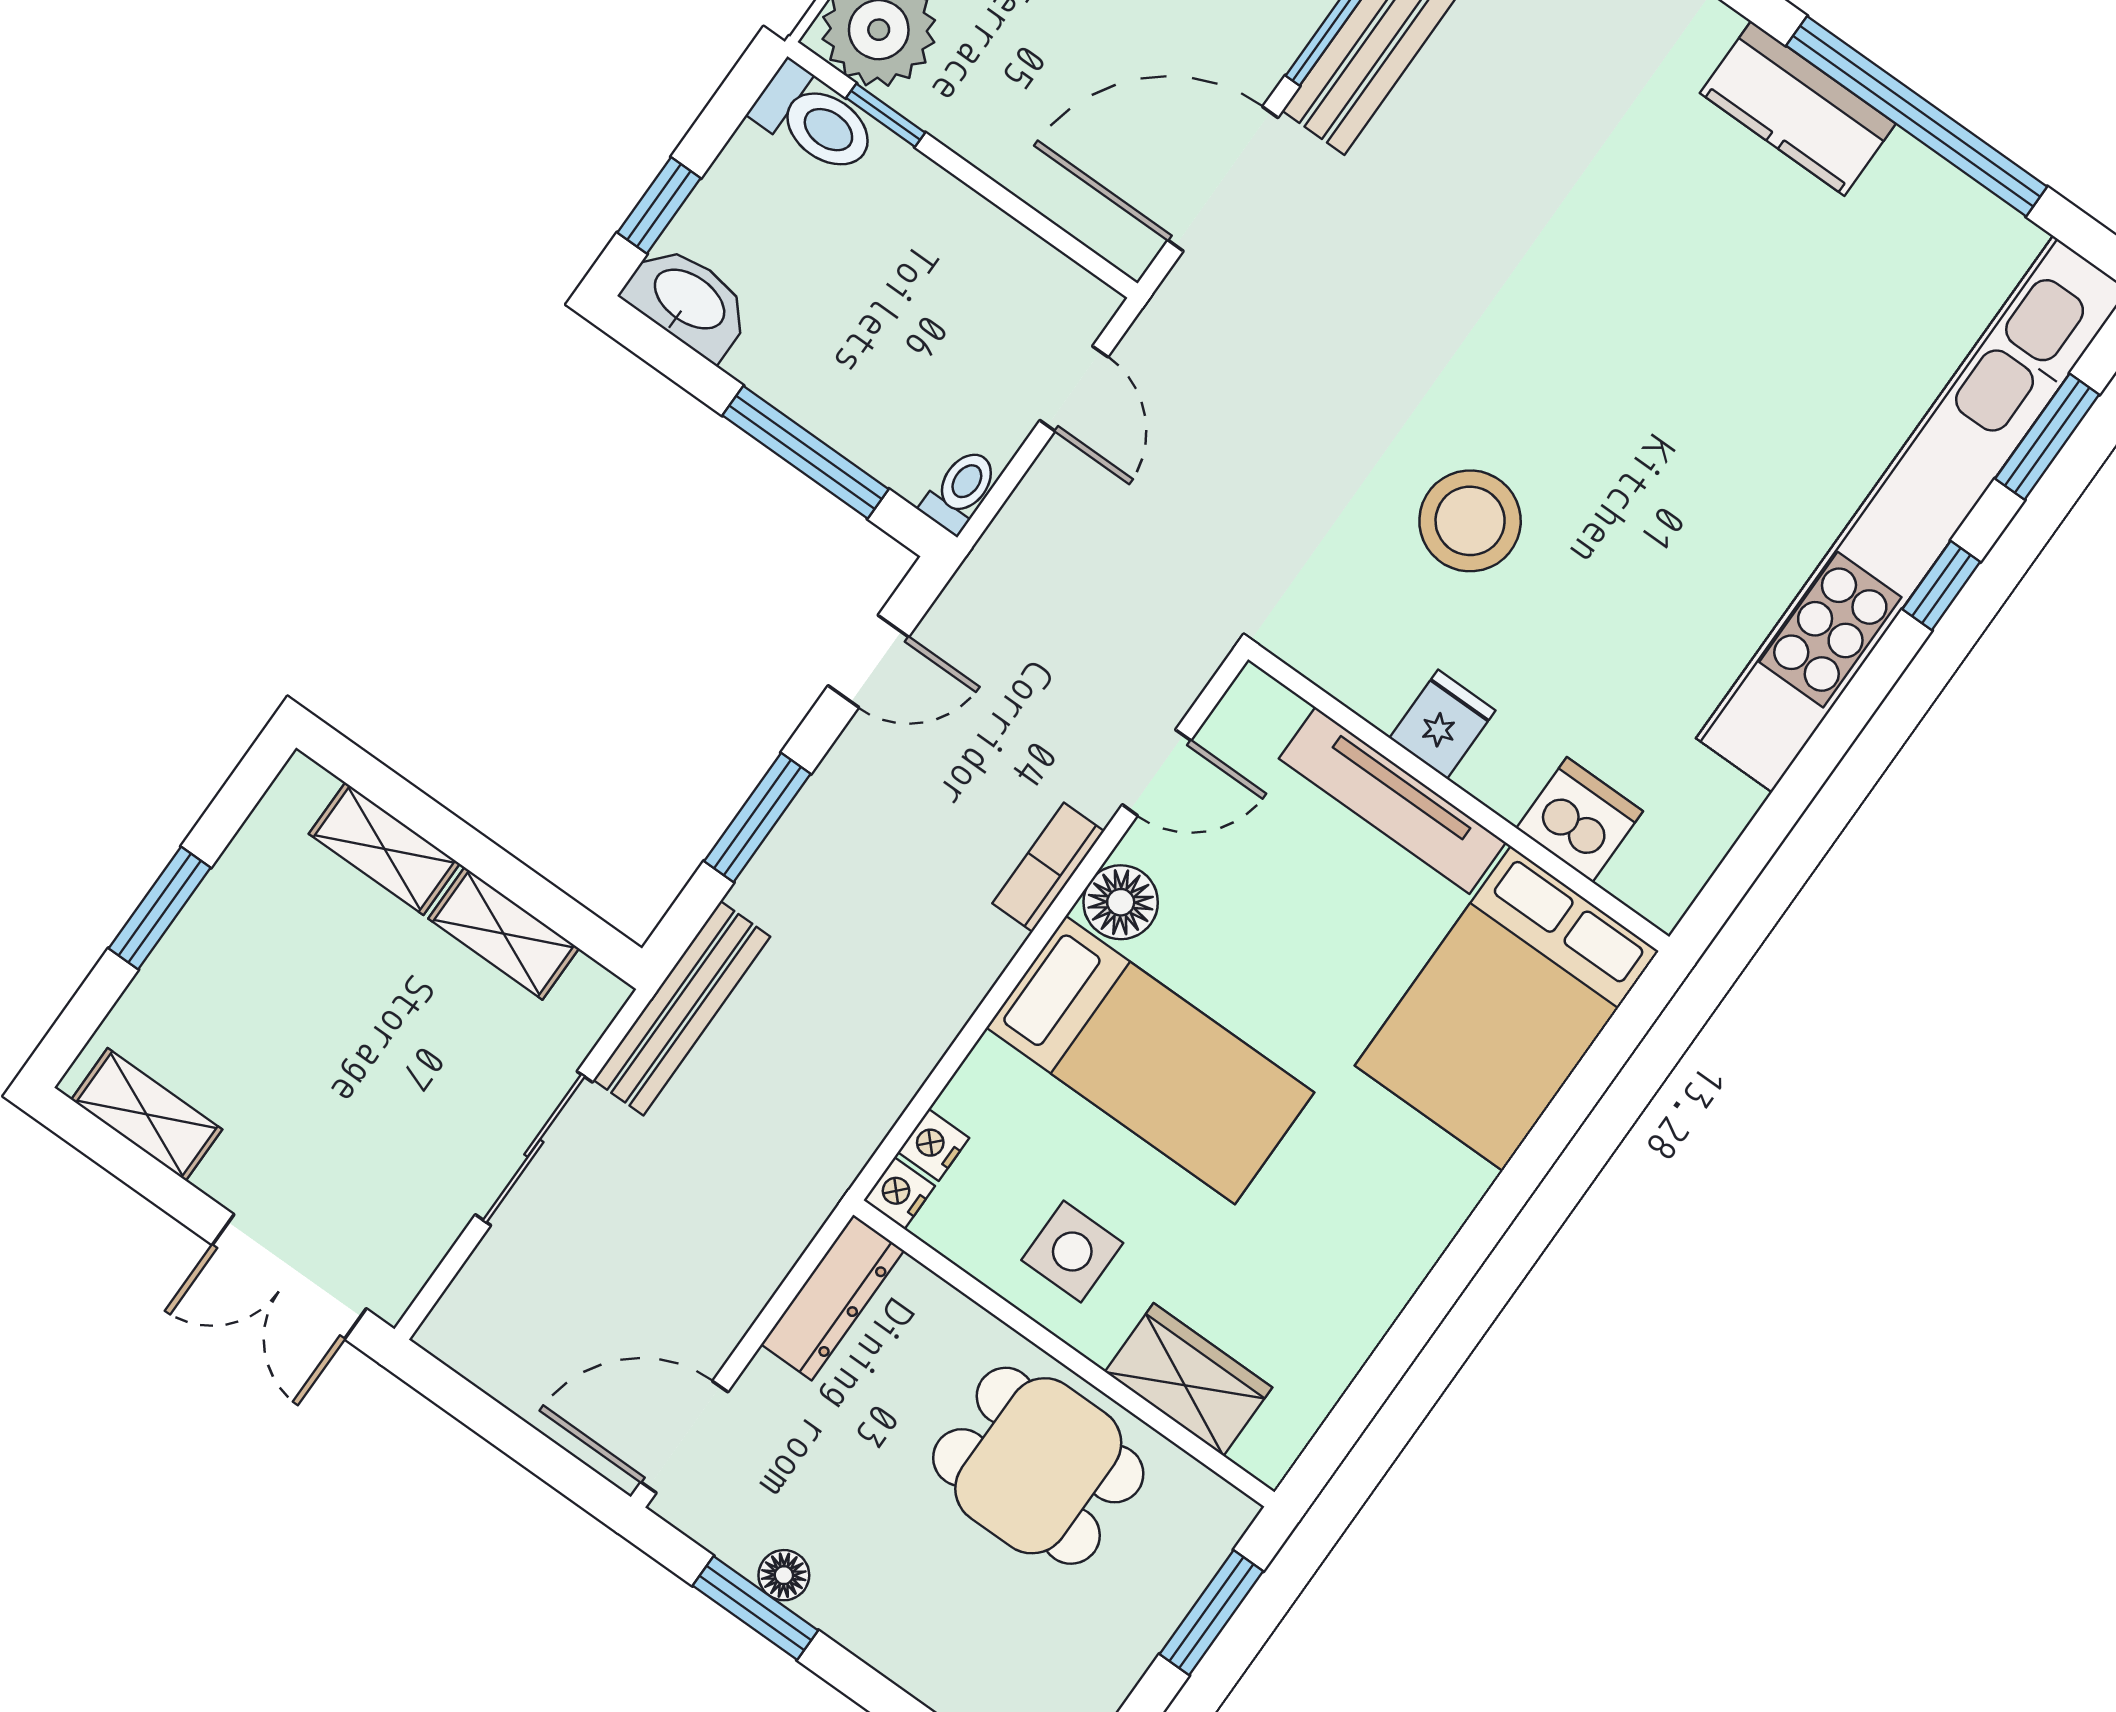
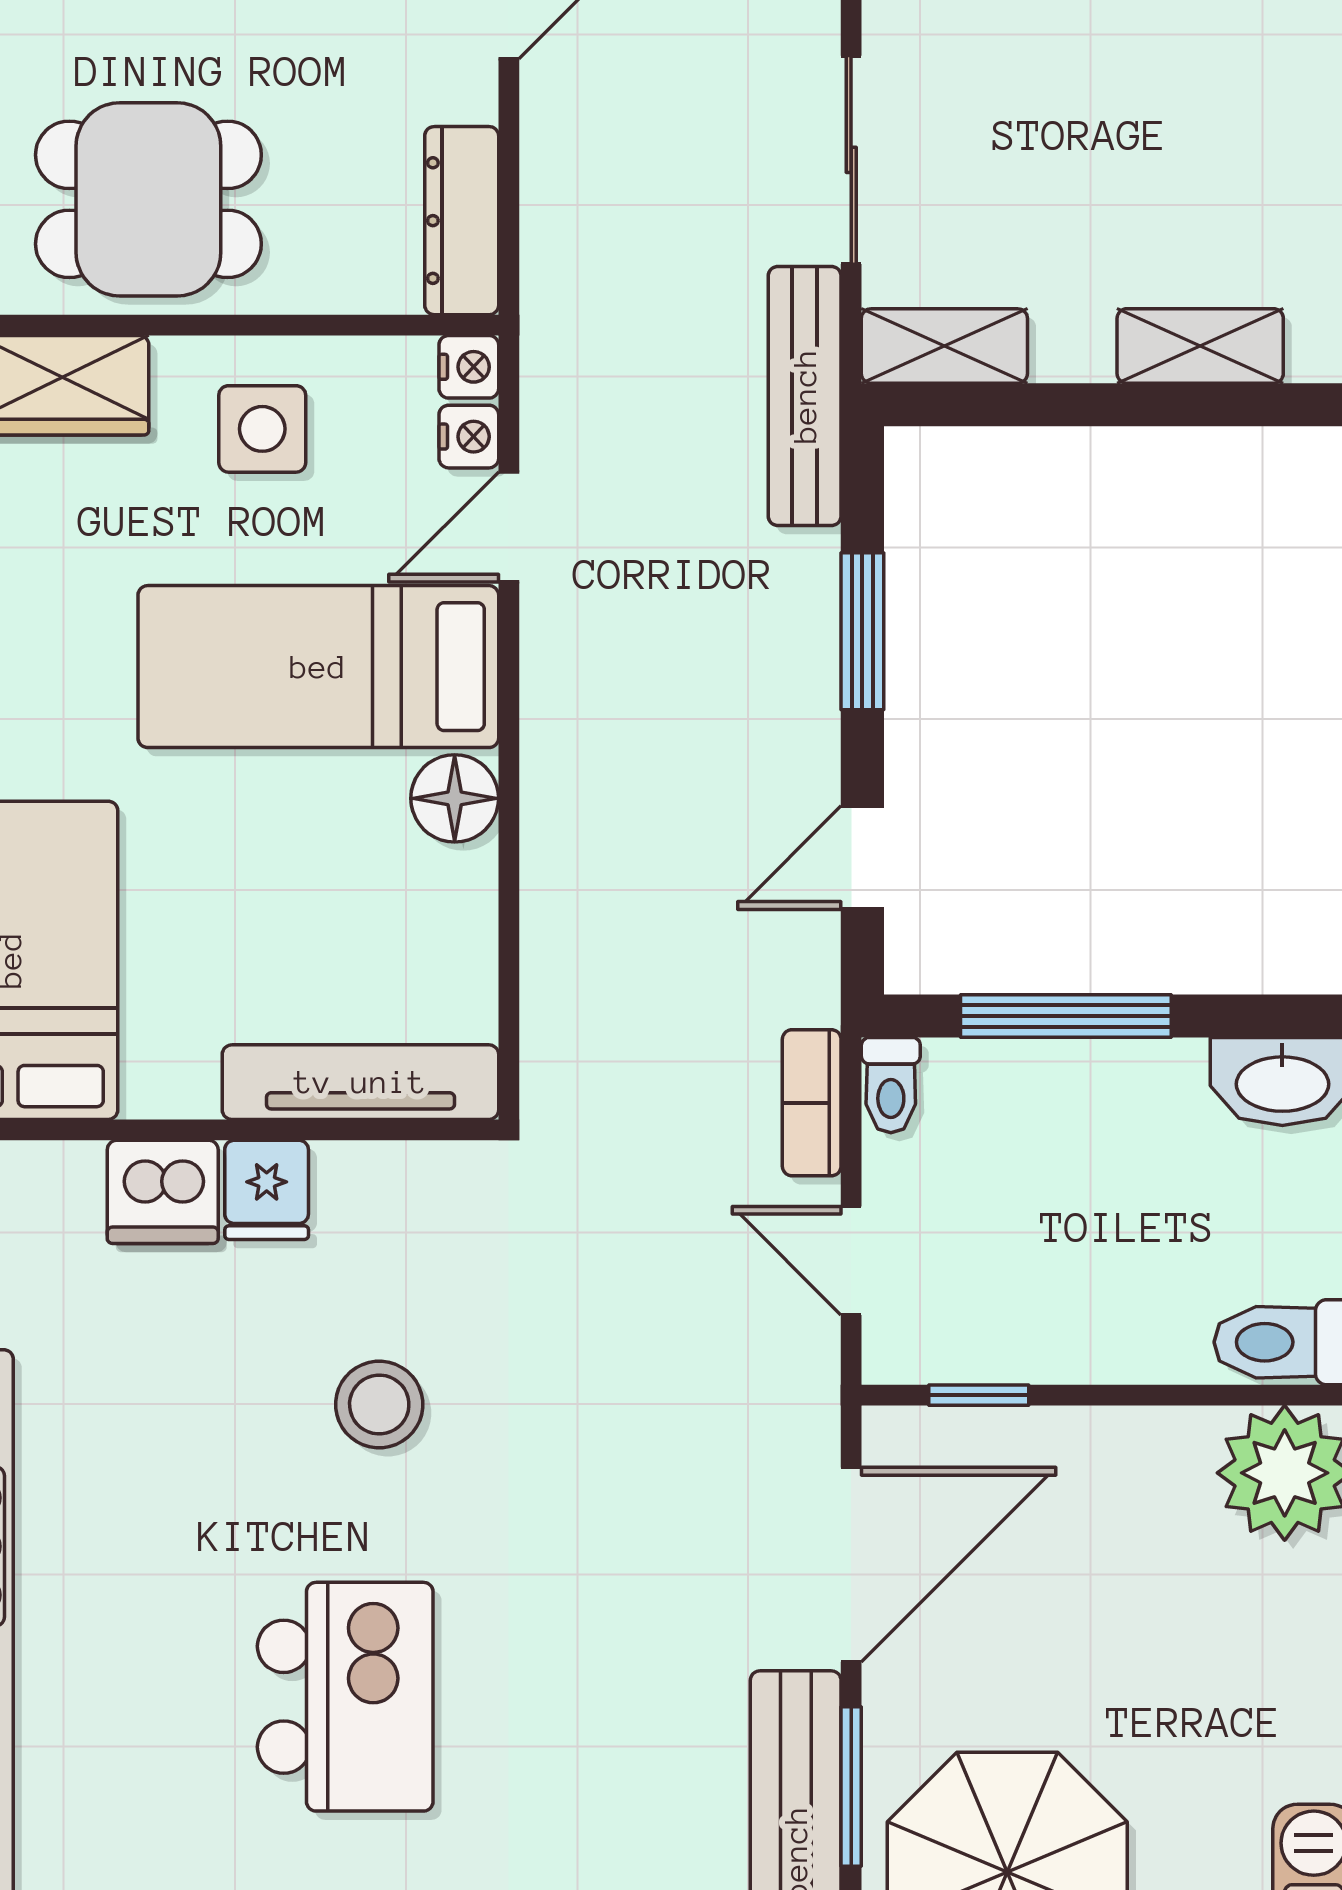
window: (886, 115) -> (979, 1395), moved
kitchen island: (1637, 336) -> (345, 1697), added
stool: (1470, 521) -> (379, 1405), width x0.73, depth x0.73
door: (1157, 773) -> (509, 527), moved
tv unit: (1392, 801) -> (360, 1082), moved
dishwasher: (1580, 820) -> (163, 1192), moved
bookcase: (1048, 867) -> (812, 1103), moved, turned 180
shelving: (504, 933) -> (944, 346), moved

